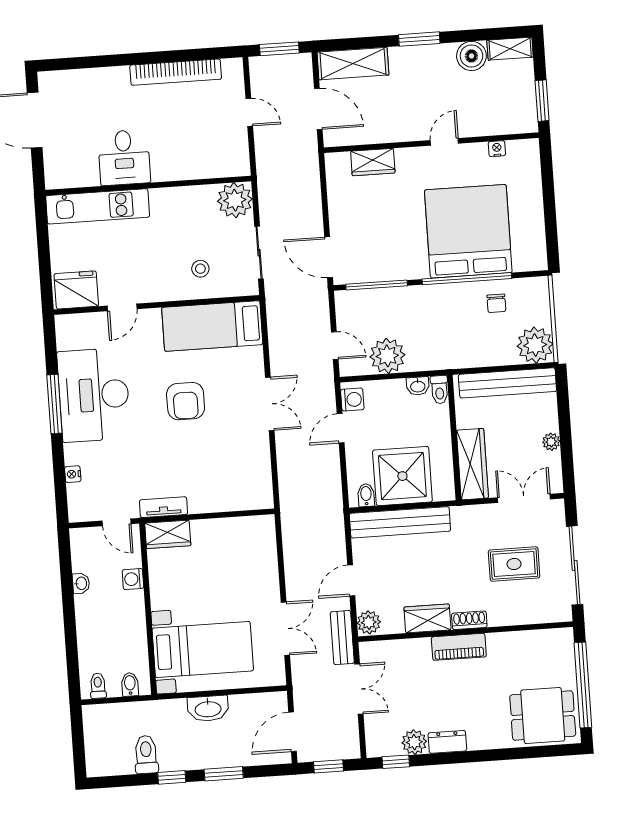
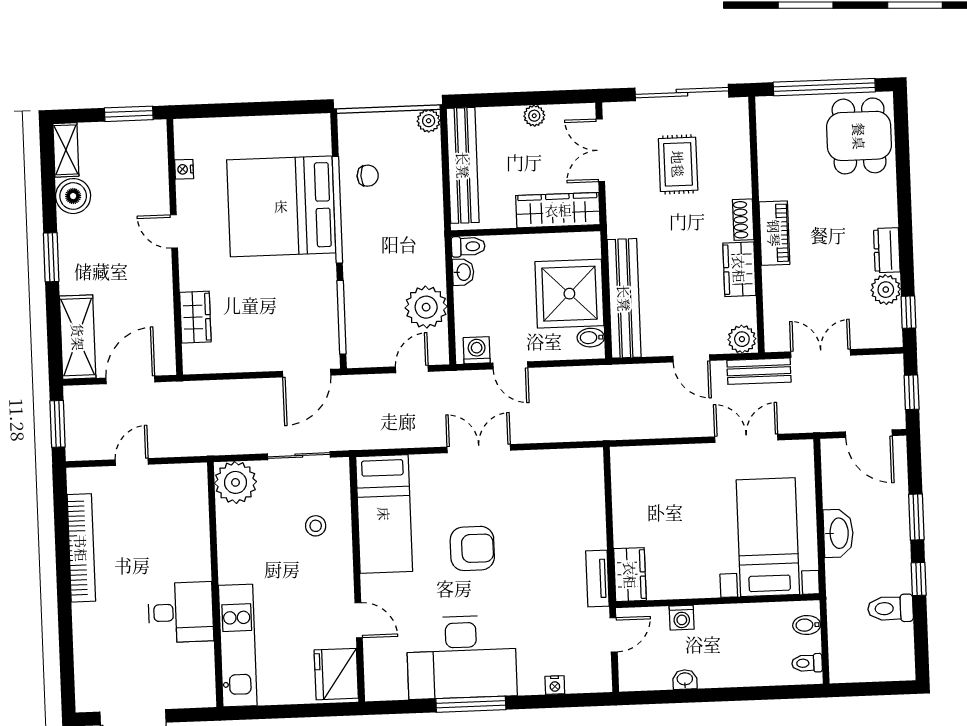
plant: (535, 345) -> (429, 121), width x0.53, depth x0.53

